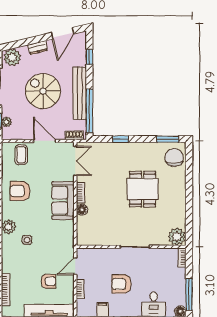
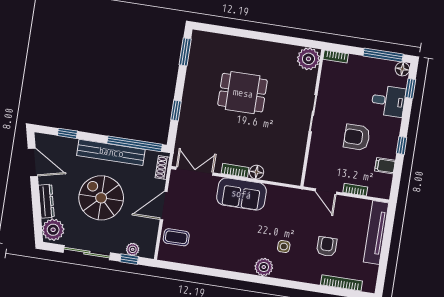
dresser: (38, 48) -> (46, 201), width x1.44
spiral stairs: (43, 91) -> (101, 198), turned 90
chair: (174, 157) -> (209, 47), removed
armchair: (20, 191) -> (221, 246), removed
armchair: (49, 281) -> (327, 247), moved
armchair: (121, 284) -> (357, 137), turned 90

